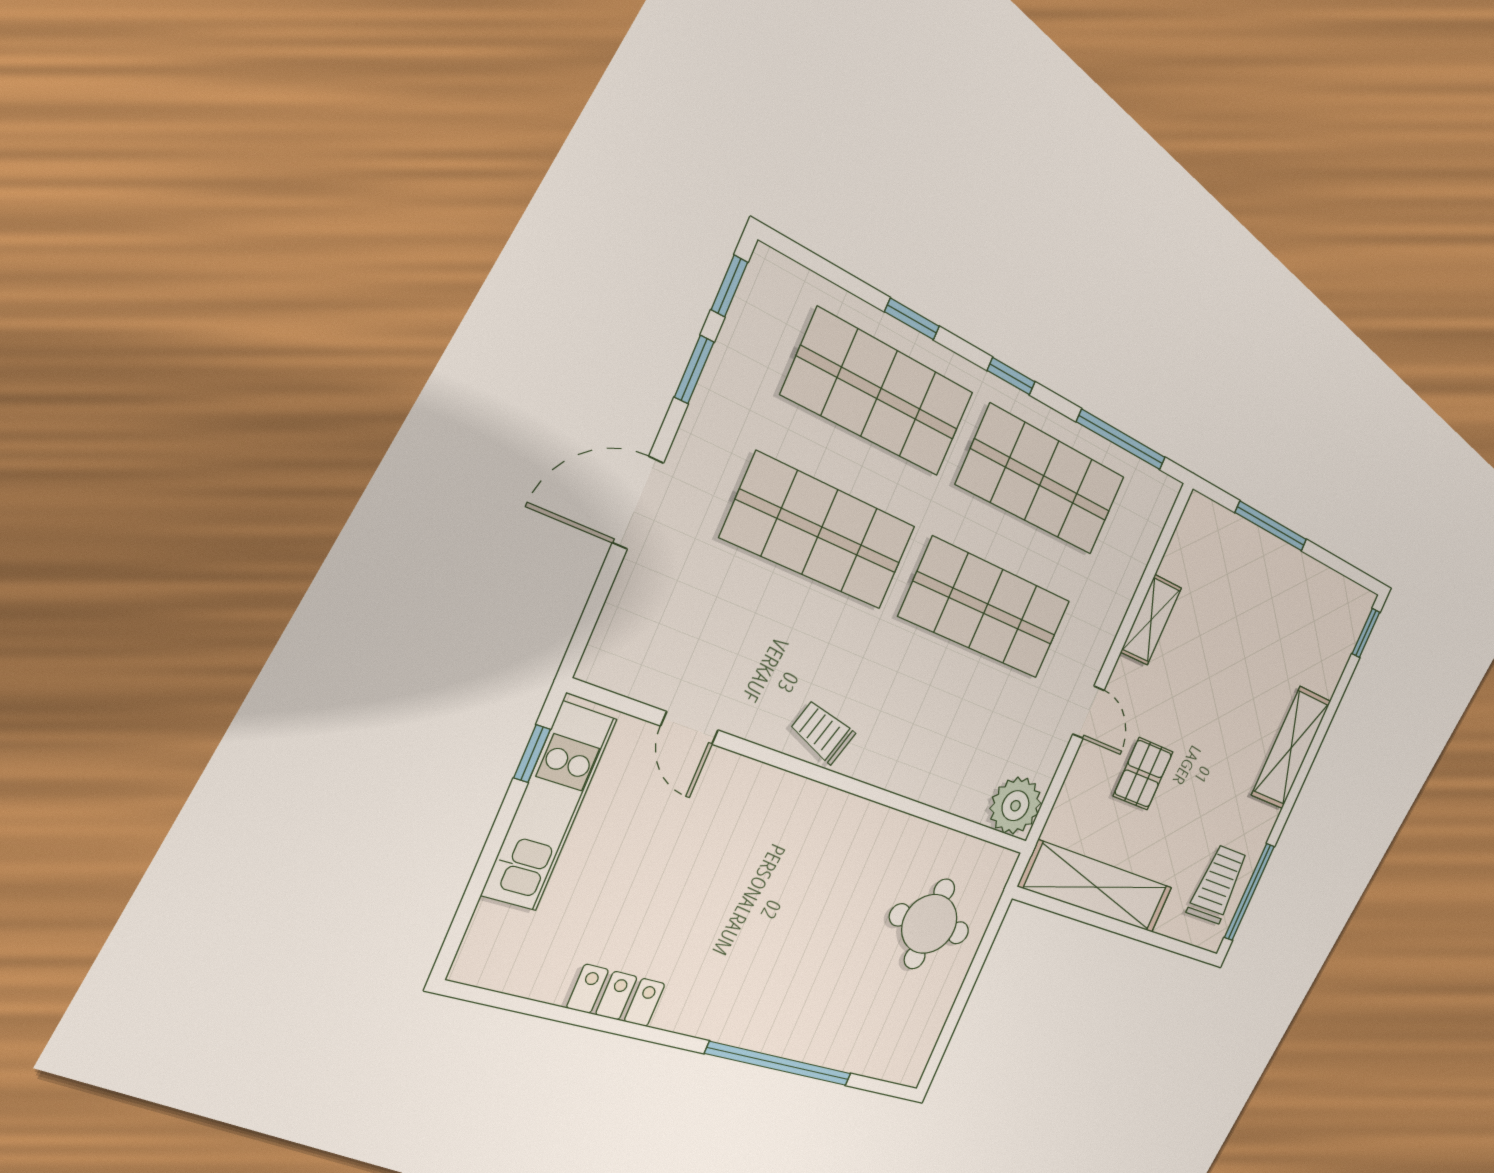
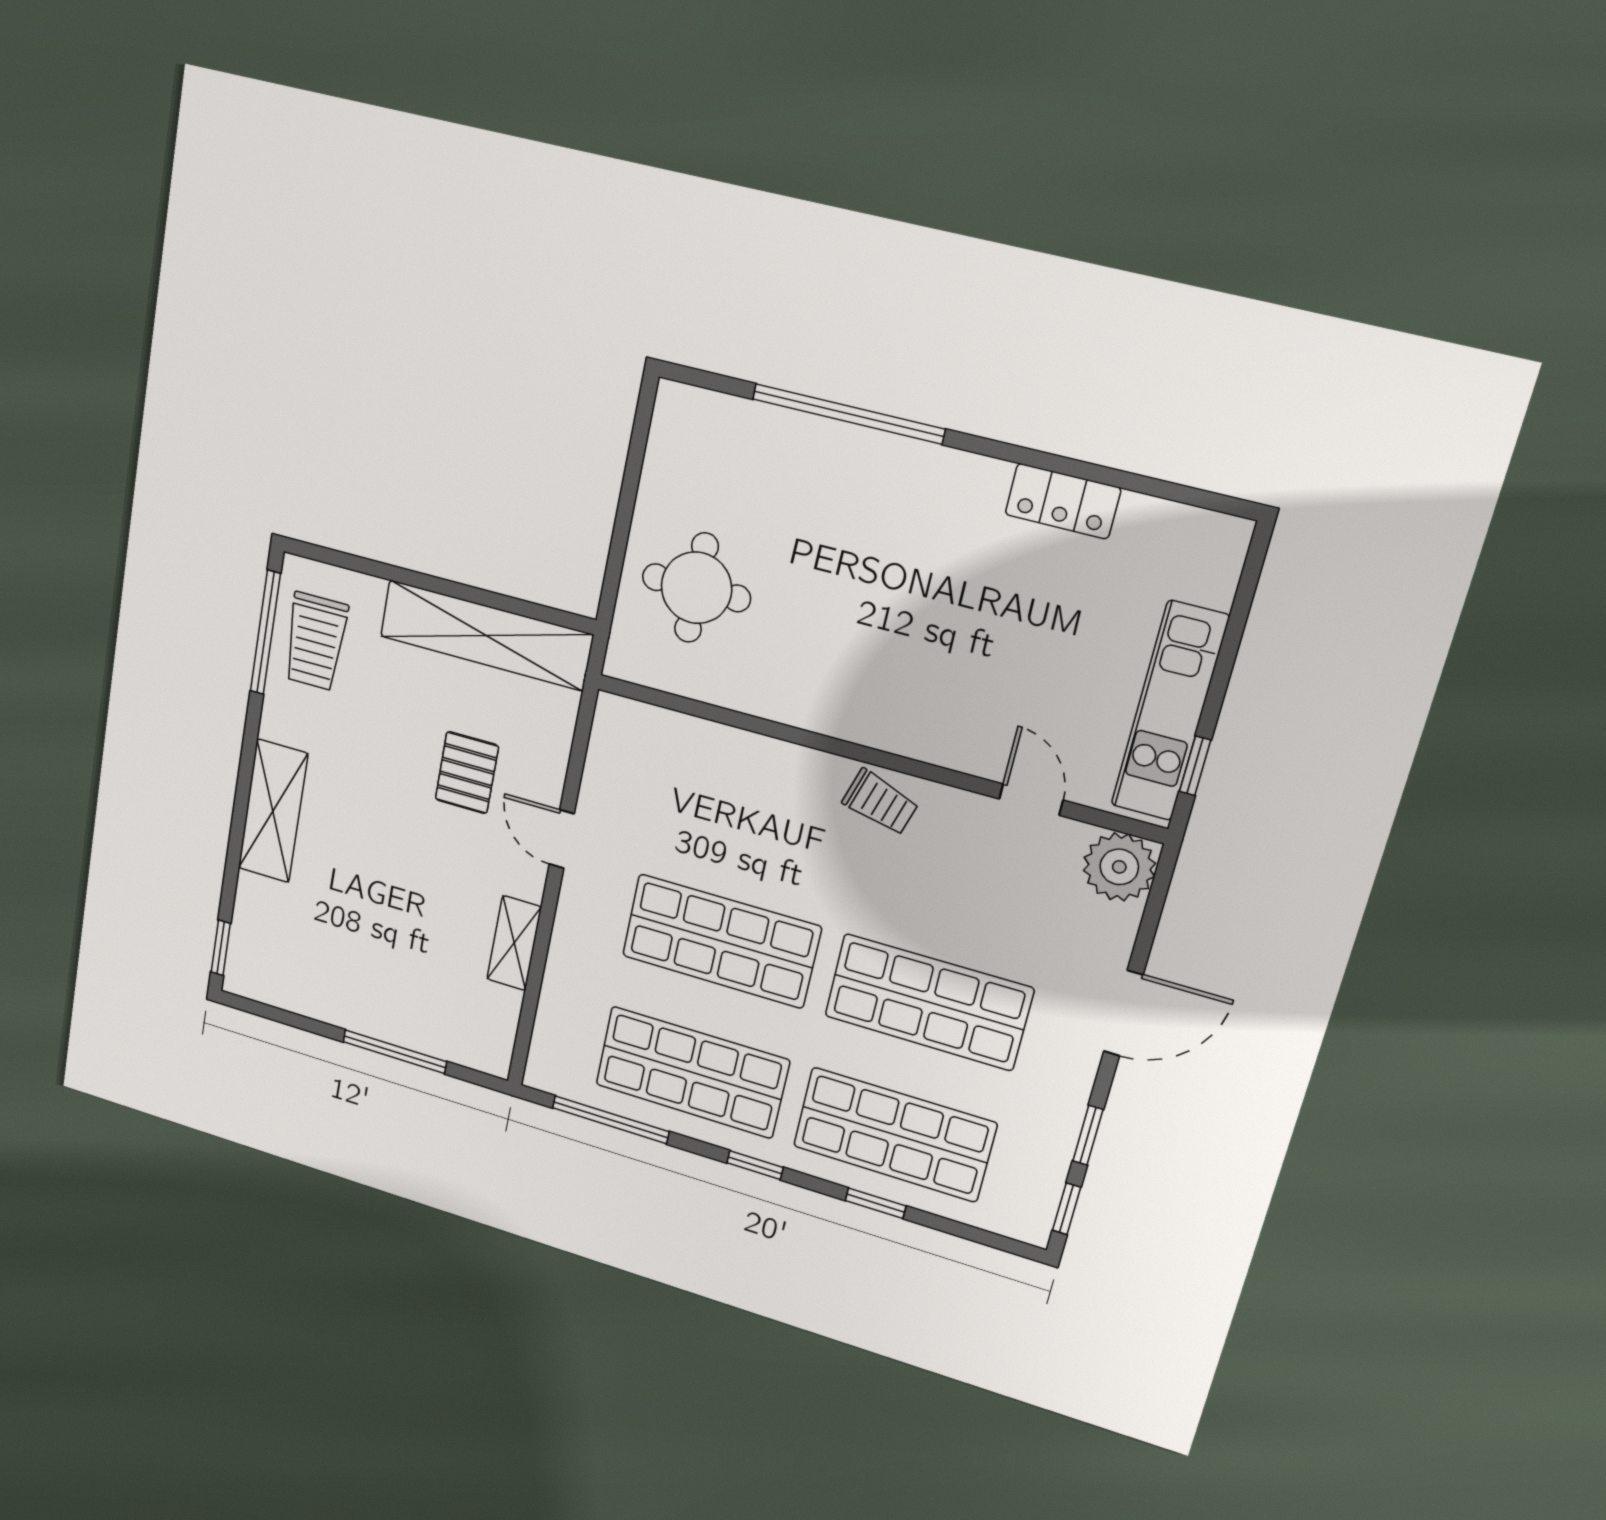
plant: (1015, 806) -> (1119, 867), moved

